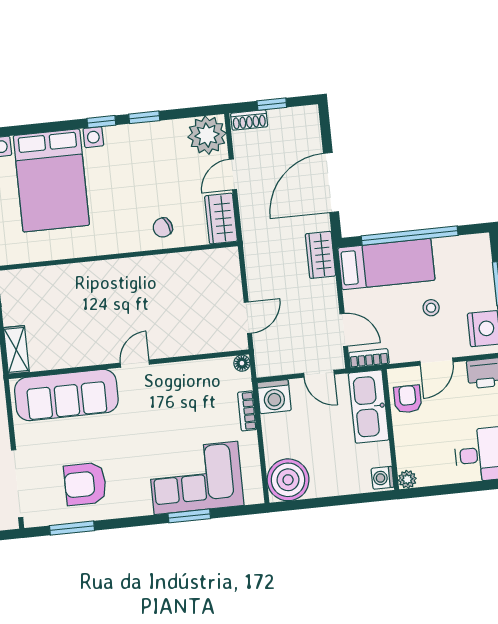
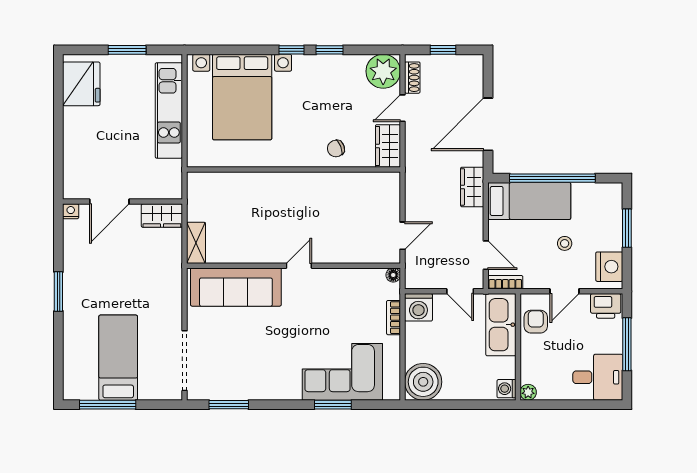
shoe rack: (249, 120) -> (412, 78), moved, turned -90
armchair: (85, 484) -> (244, 367), removed

